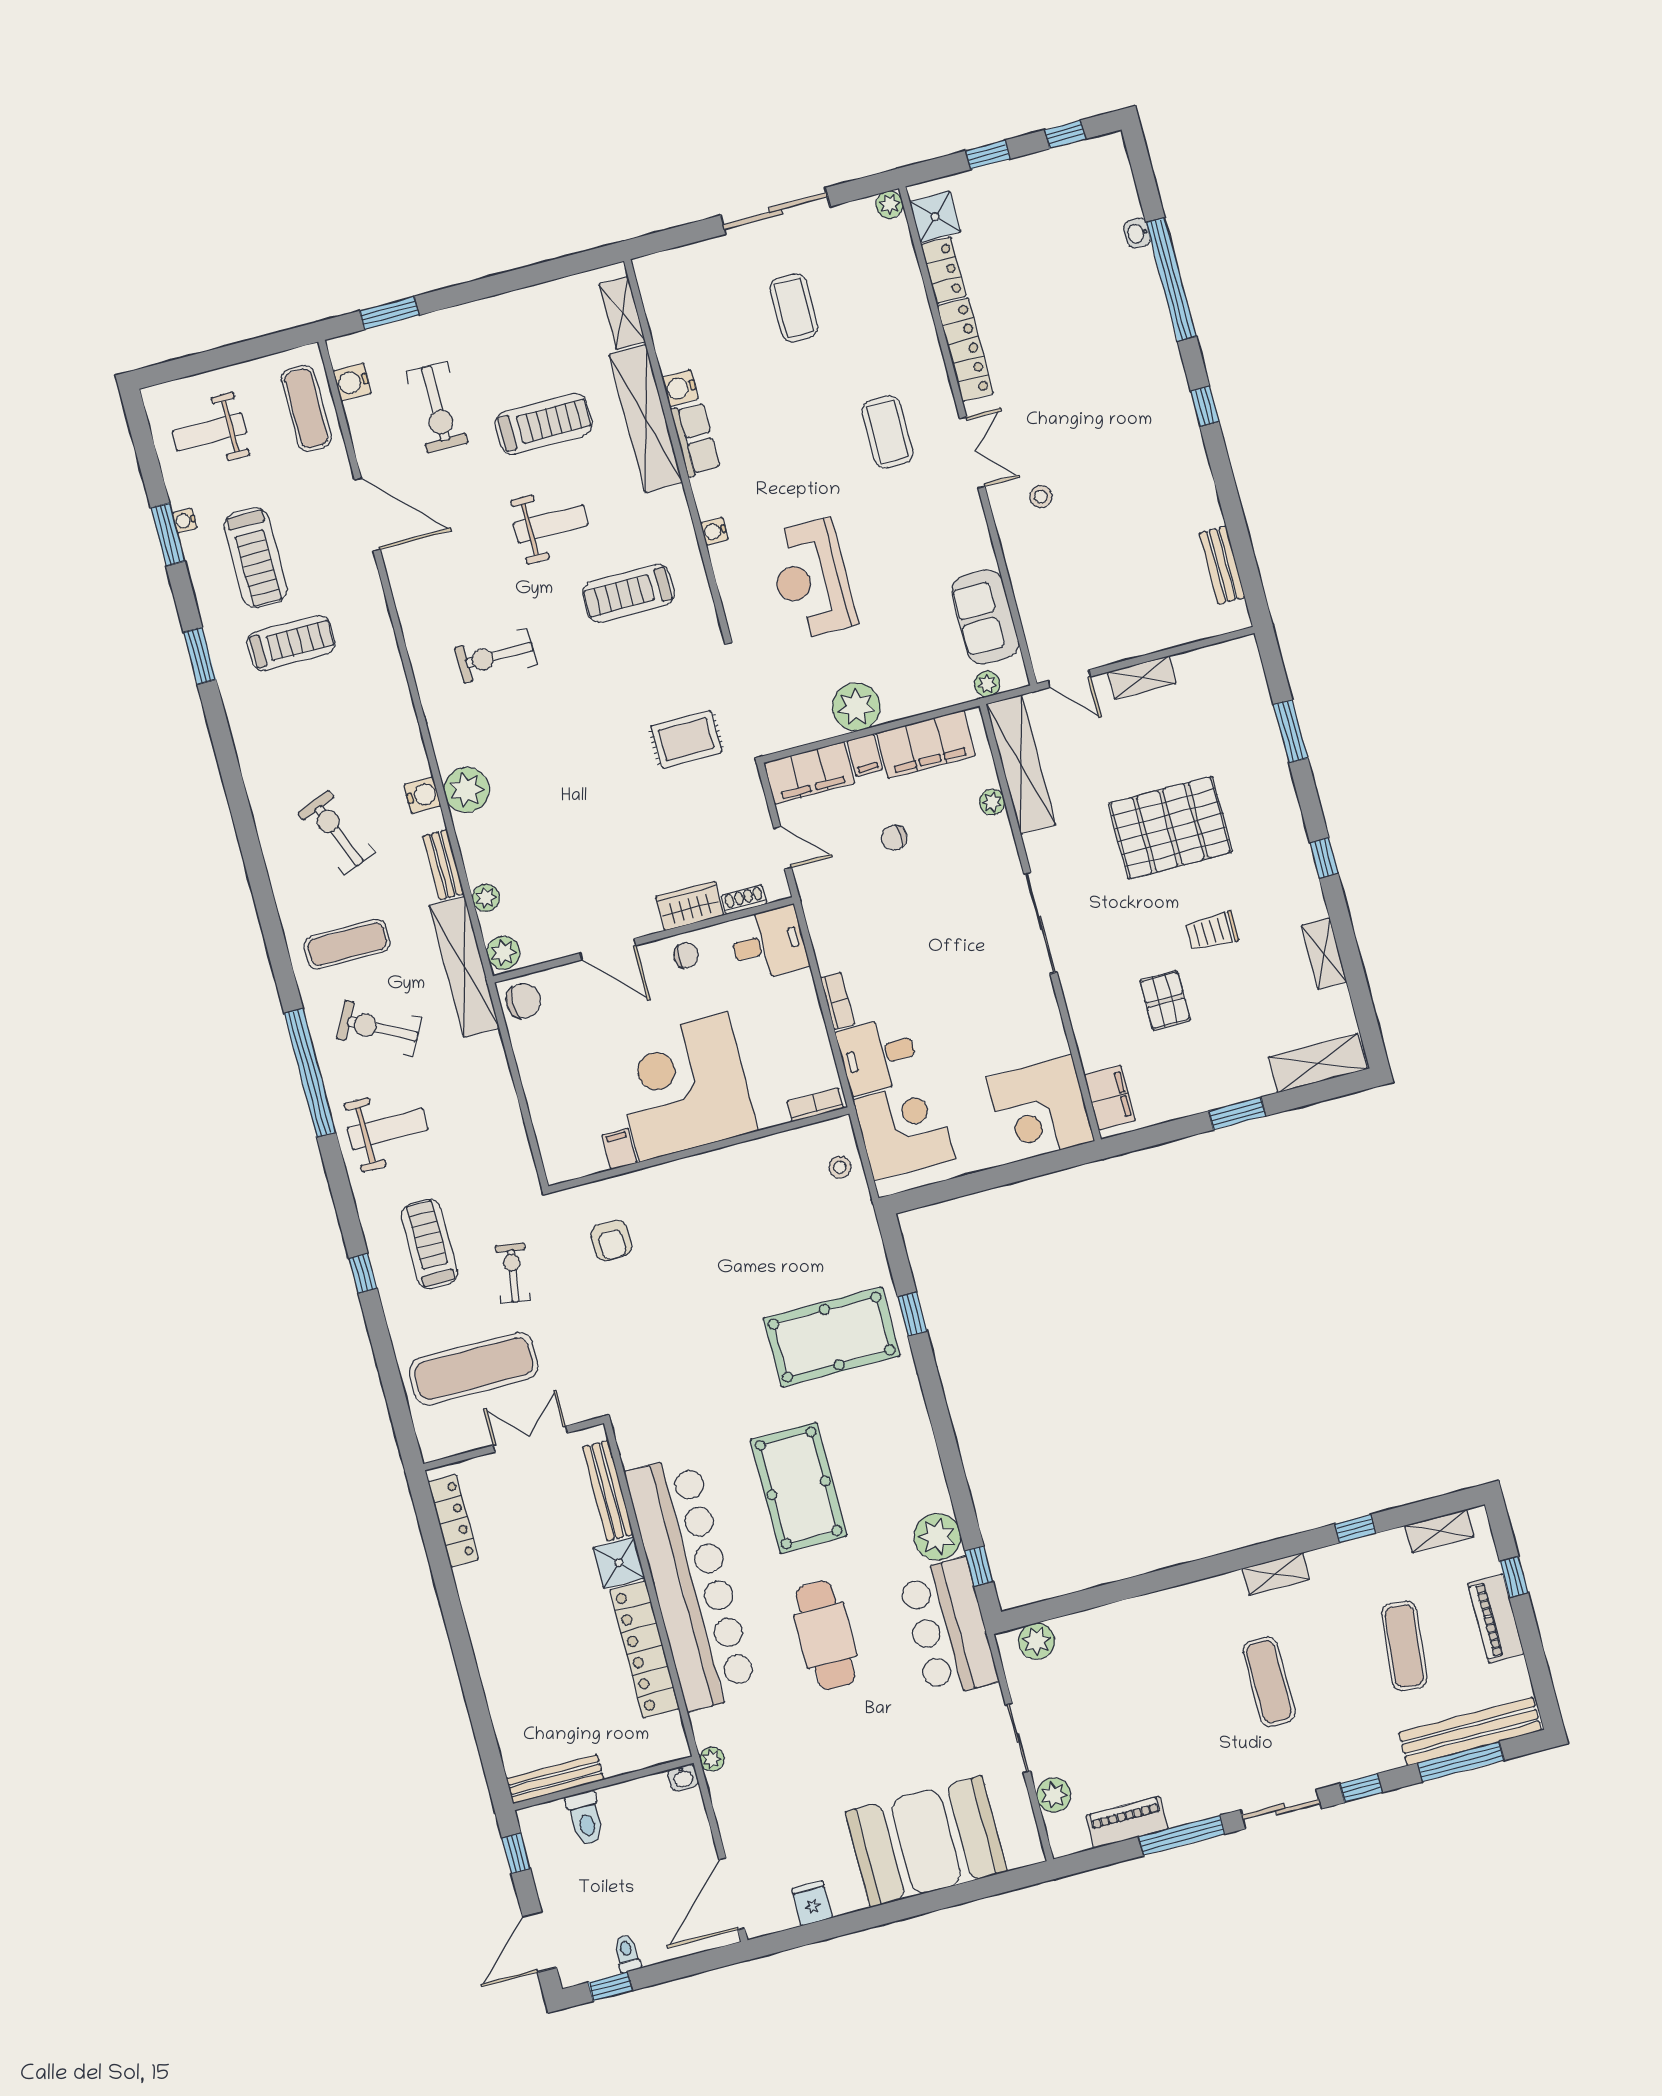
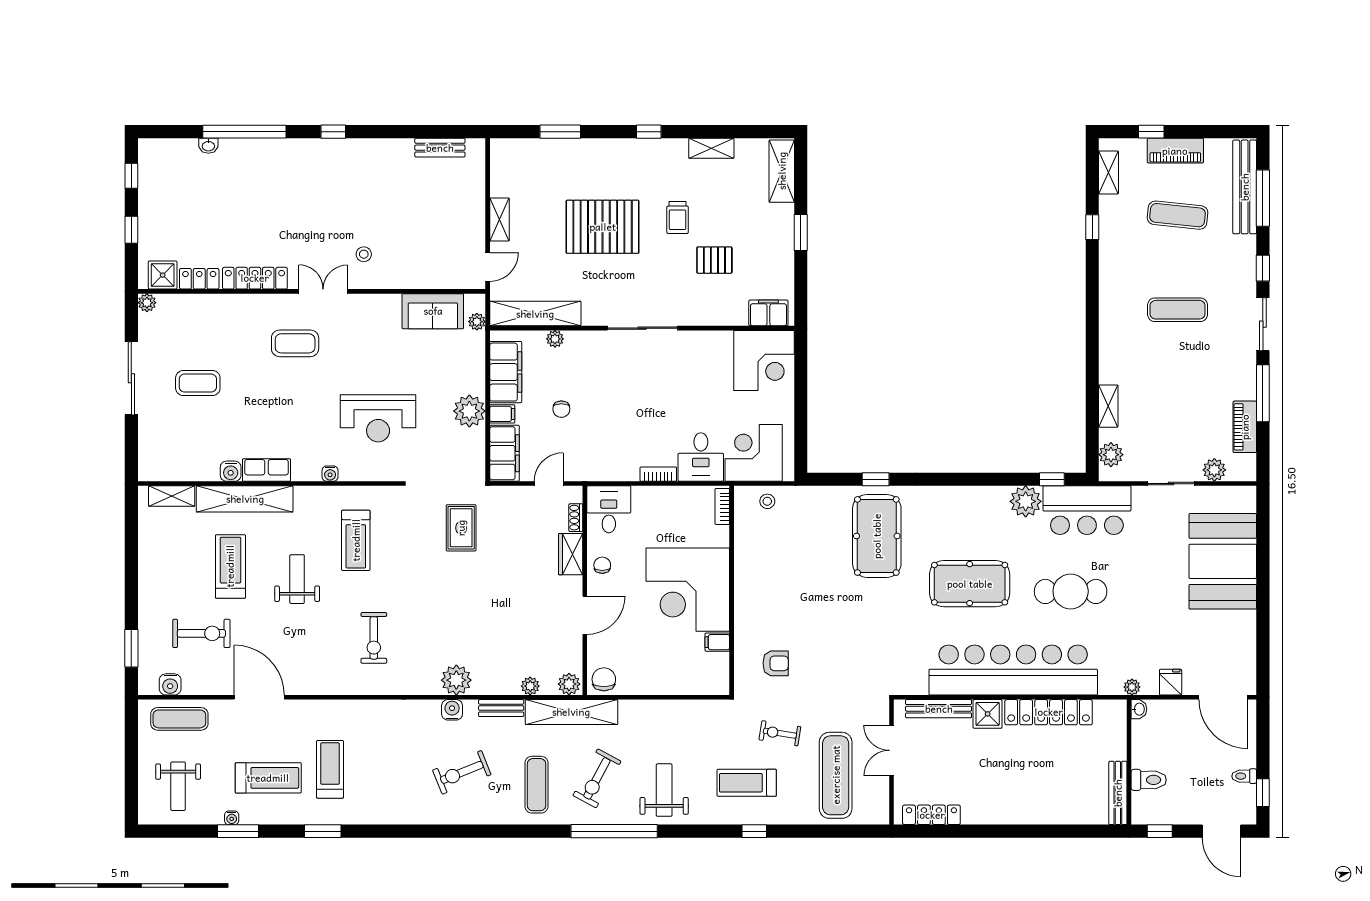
door: (367, 514) -> (259, 697), hinge flipped
pallet: (1170, 828) -> (603, 227), turned 90
shelving: (1276, 1574) -> (1108, 406), moved
fridge: (812, 1903) -> (1171, 682), moved, turned 90

